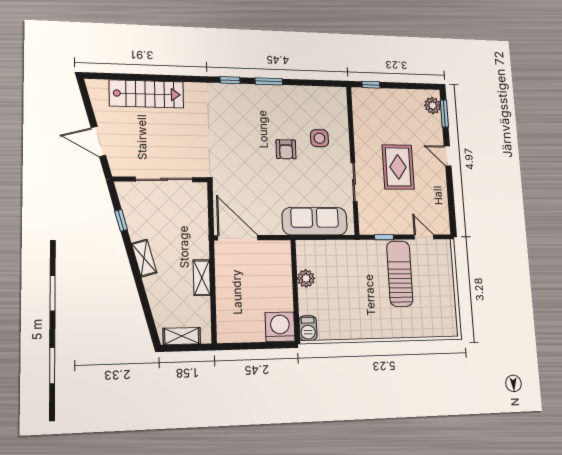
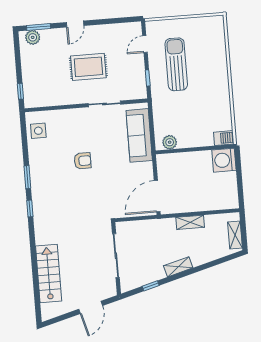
side table: (319, 138) -> (38, 131), moved
sun lounger: (400, 274) -> (176, 64), turned 90
plant: (306, 278) -> (170, 142), moved

